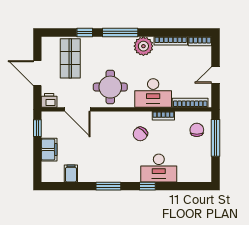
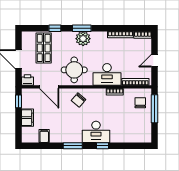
window: (120, 33) -> (82, 28), width x0.69
plant: (143, 46) -> (83, 39), moved
chair: (140, 134) -> (79, 100), moved
desk: (159, 168) -> (96, 132), moved

